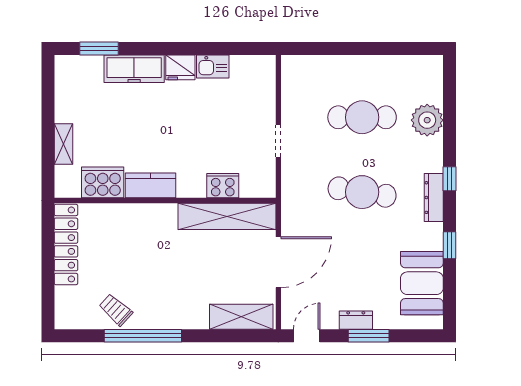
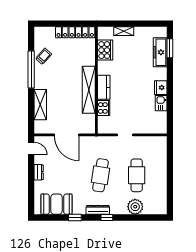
freezer: (134, 69) -> (160, 52), moved
kitchen counter: (151, 185) -> (104, 87), moved
shelving: (227, 216) -> (89, 90), moved
shelving: (241, 317) -> (40, 105), moved
window: (369, 336) -> (31, 178), removed

